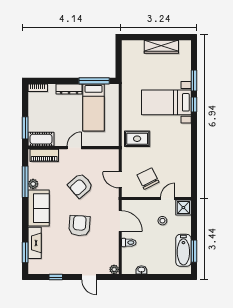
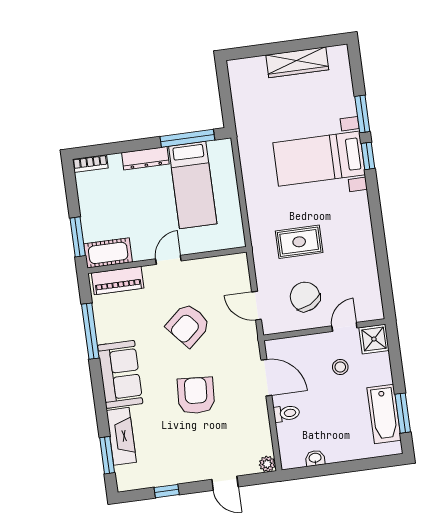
rug: (137, 139) -> (299, 242), moved
plant: (33, 184) -> (105, 333), removed

